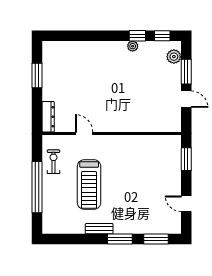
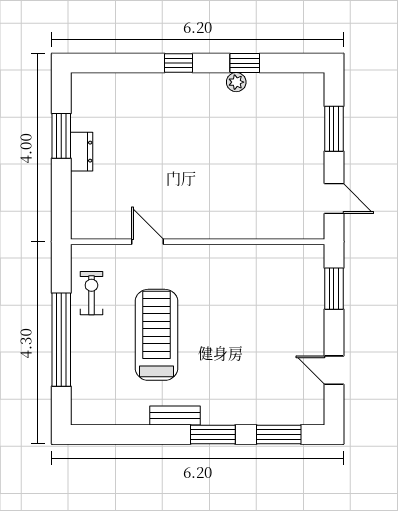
window: (162, 36) -> (179, 63), moved
plant: (174, 57) -> (311, 101), removed
door: (186, 99) -> (334, 198), moved
dresser: (48, 117) -> (82, 152), moved, width x0.70
treadmill: (89, 184) -> (156, 335), turned 180

